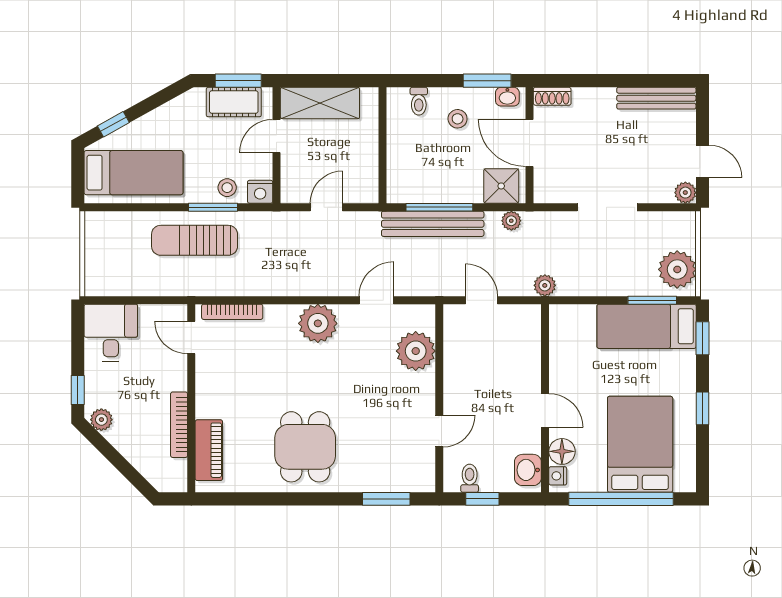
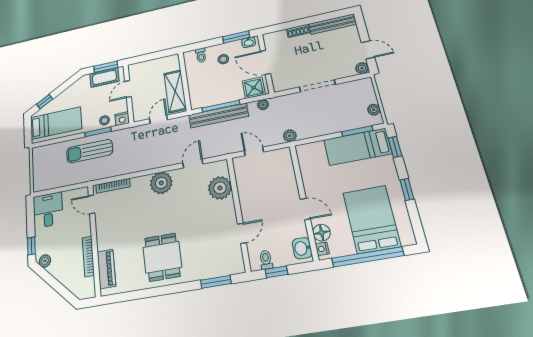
shoe rack: (552, 96) -> (298, 31), moved
shelving: (320, 103) -> (175, 91), moved, turned 90
plant: (677, 269) -> (374, 110), width x0.53, depth x0.53

